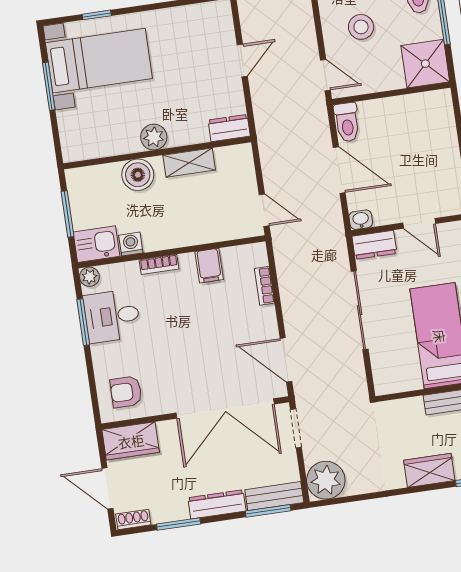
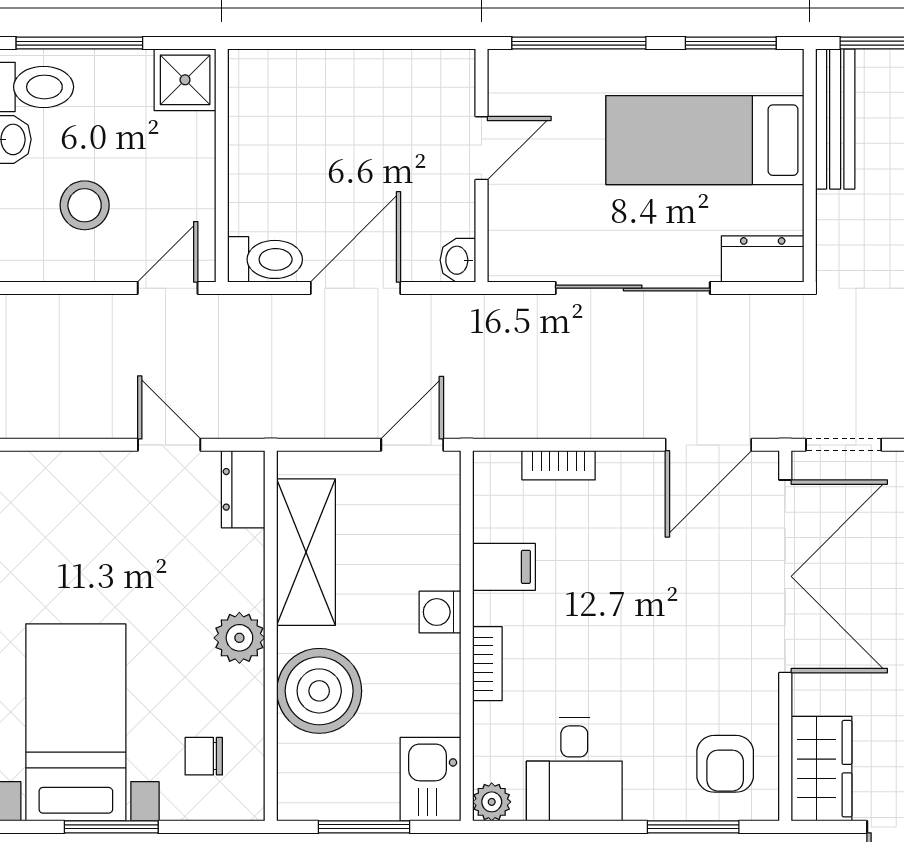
door: (242, 60) -> (169, 445), moved
shower: (425, 64) -> (185, 80), width x0.73, depth x0.73
chair: (91, 128) -> (204, 756), added
shelving: (189, 163) -> (306, 552), width x1.50, depth x1.33
boiler: (138, 175) -> (319, 691), width x1.37, depth x1.37
washing machine: (131, 244) -> (440, 612), moved
dresser: (374, 245) -> (763, 259), moved, turned -90
window: (83, 322) -> (693, 827), moved

